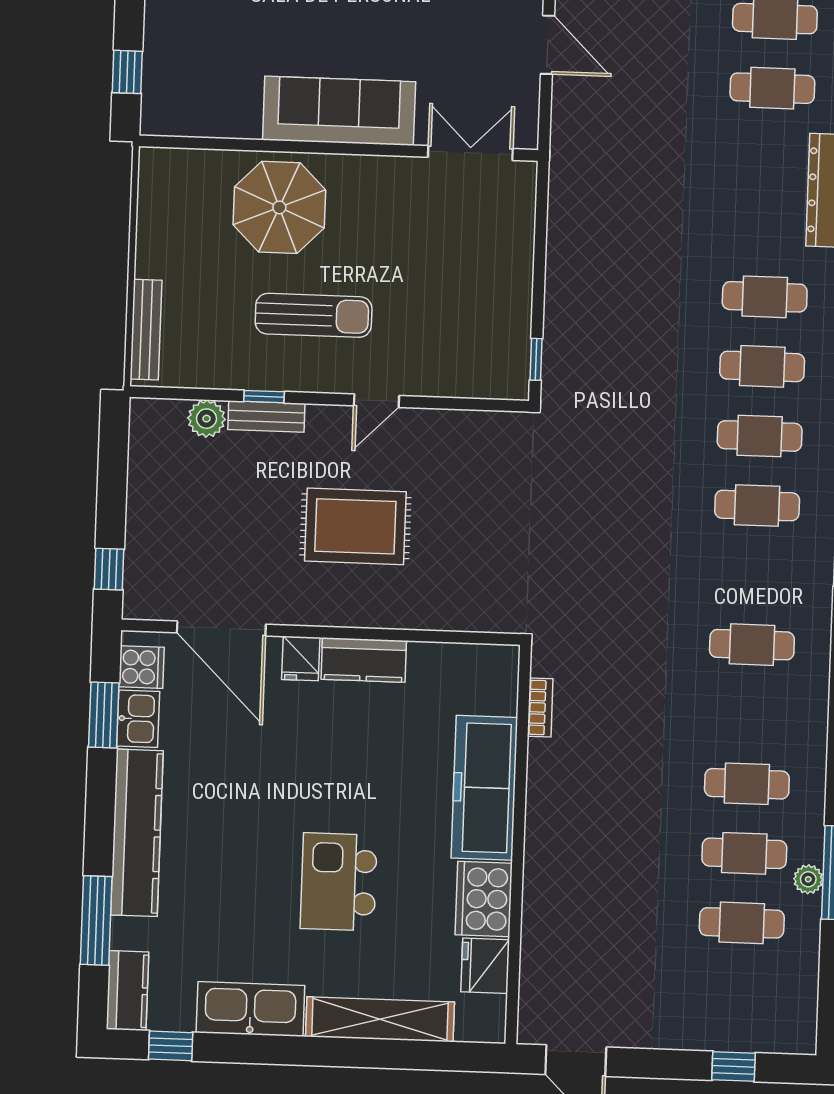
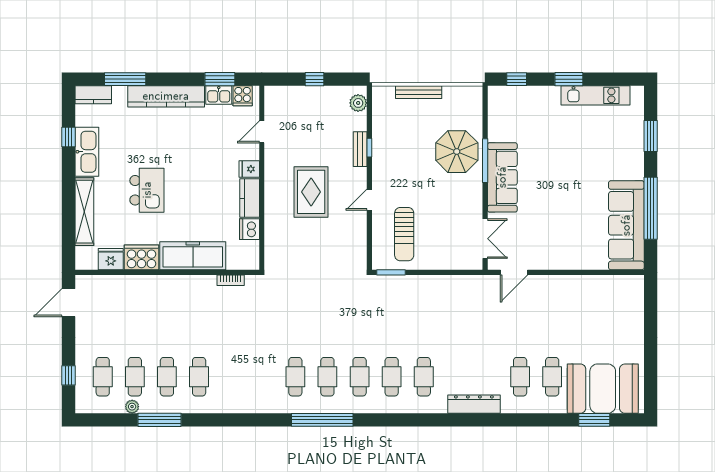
door: (548, 45) -> (514, 272), moved
window: (301, 147) -> (485, 161), added
sun lounger: (314, 315) -> (404, 234), moved
bench: (146, 330) -> (419, 92), moved
window: (536, 359) -> (391, 272), width x1.50
door: (376, 401) -> (369, 200), hinge flipped
plant: (207, 419) -> (358, 103), moved
window: (109, 569) -> (314, 79), moved
door: (221, 628) -> (262, 132), width x0.53
cafe table: (752, 645) -> (295, 377), moved
dishwasher: (431, 663) -> (249, 229), added
plant: (808, 879) -> (132, 407), moved
kitchen island: (339, 882) -> (147, 190), turned 90
cafe table: (739, 992) -> (103, 377), added
window: (171, 1046) -> (68, 137), moved

